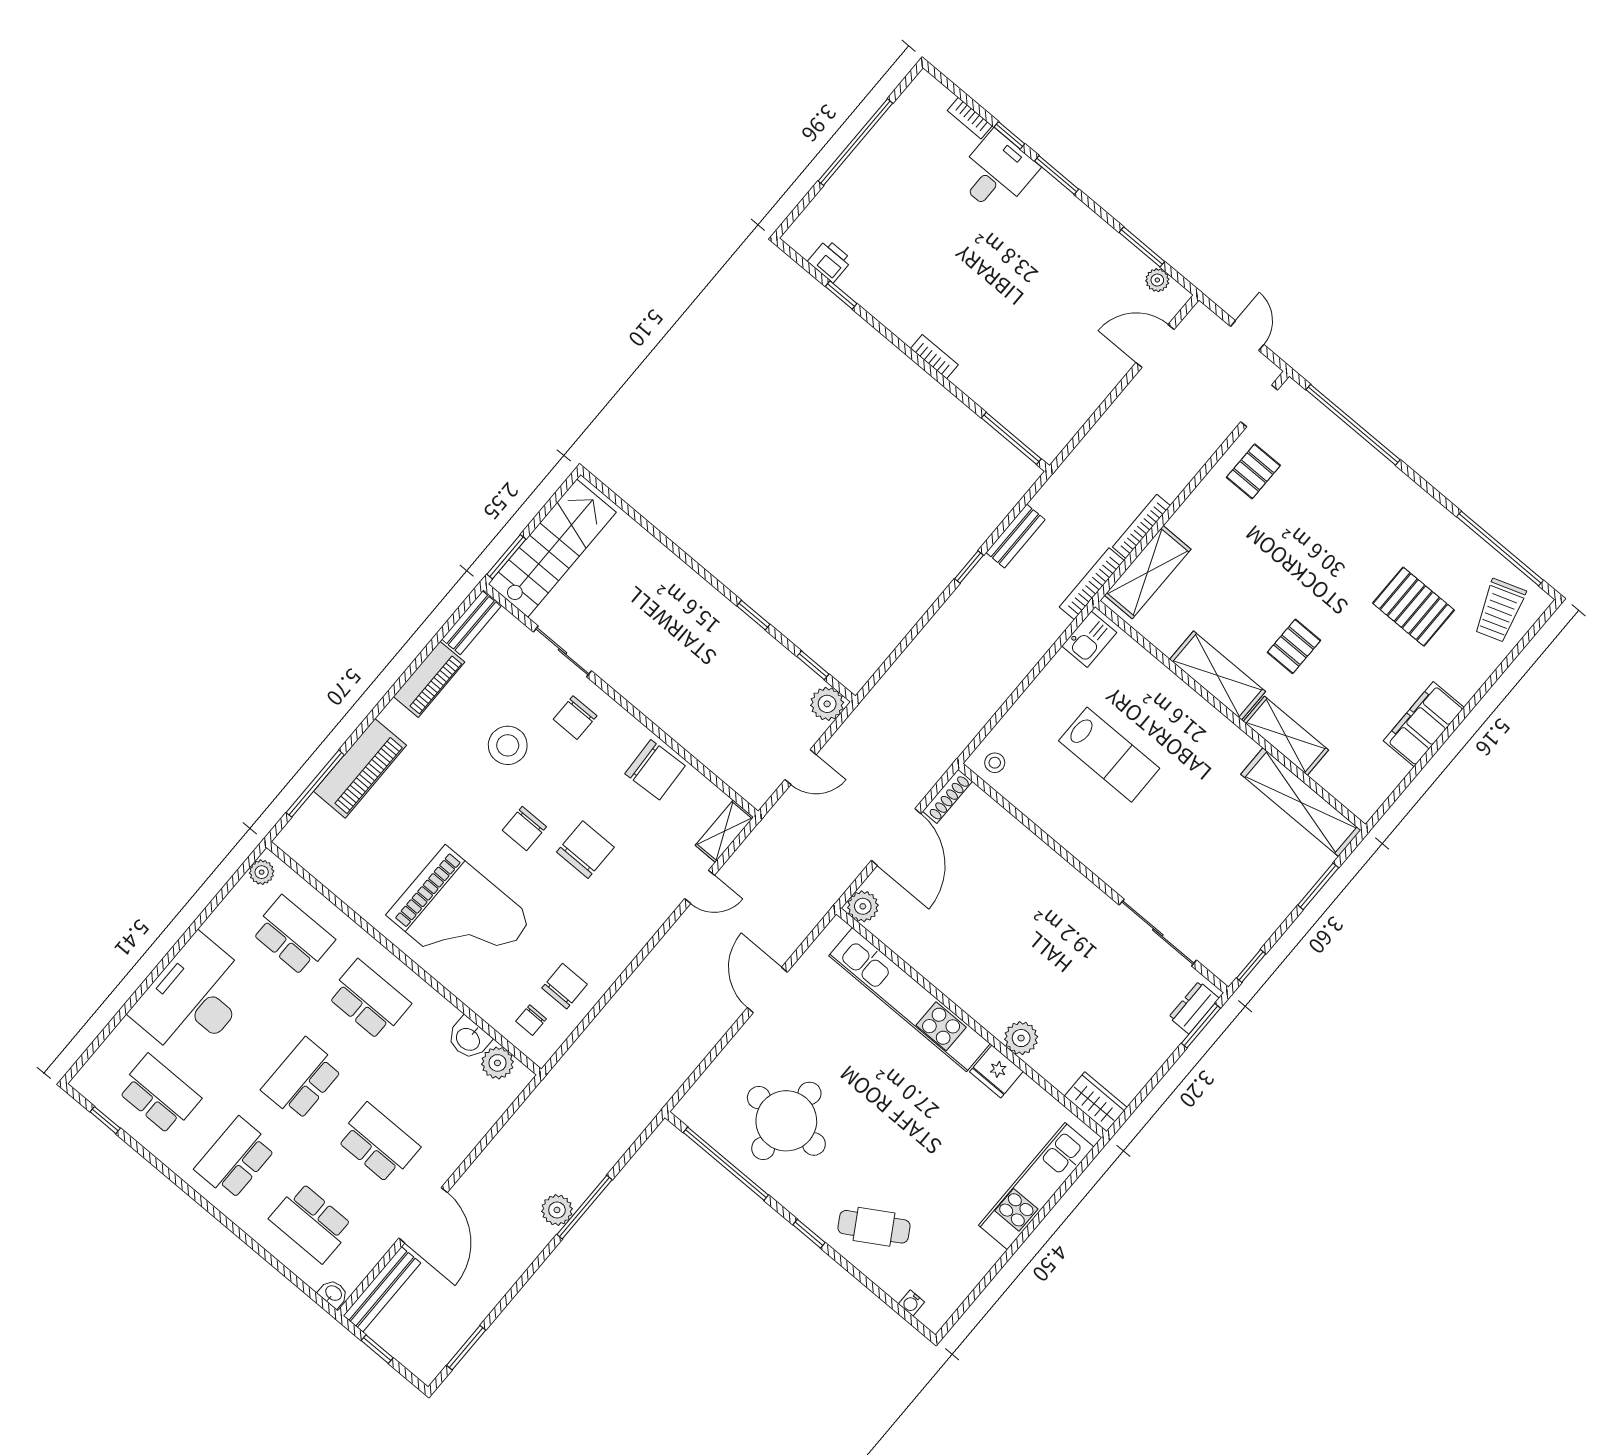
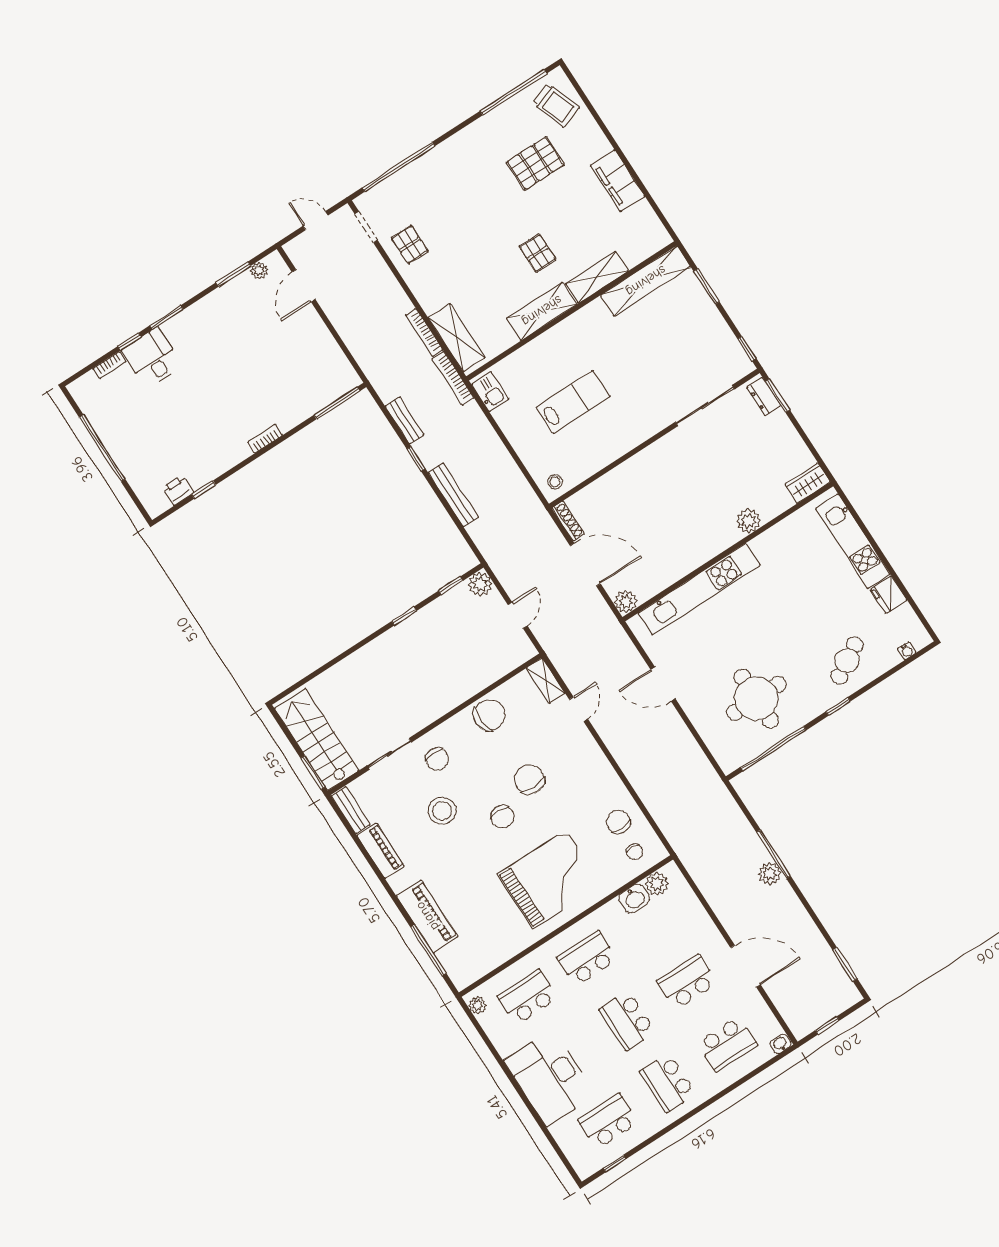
fridge: (996, 1072) -> (889, 595), moved, turned 90
bench: (382, 1289) -> (453, 495), moved

